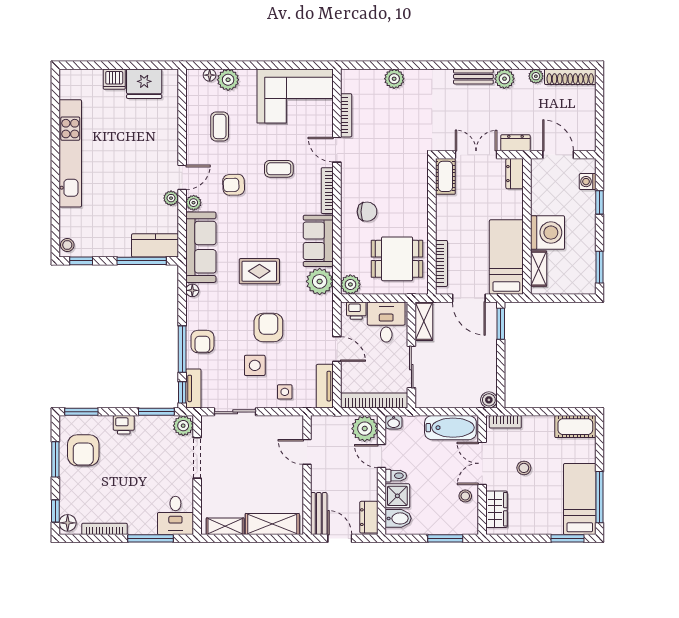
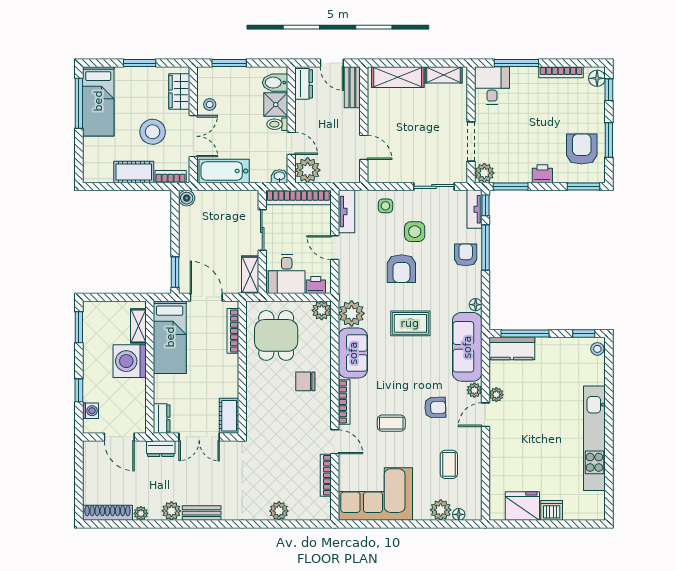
dining table: (397, 259) -> (276, 335), turned 90
cot: (575, 427) -> (134, 172), moved
stool: (524, 468) -> (153, 132), width x1.89, depth x1.89
window: (568, 538) -> (140, 63), moved

